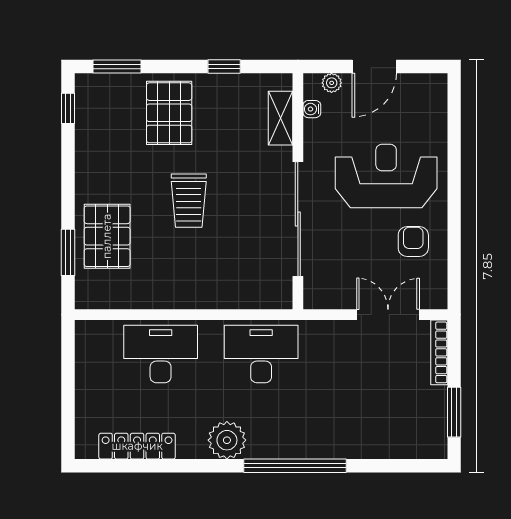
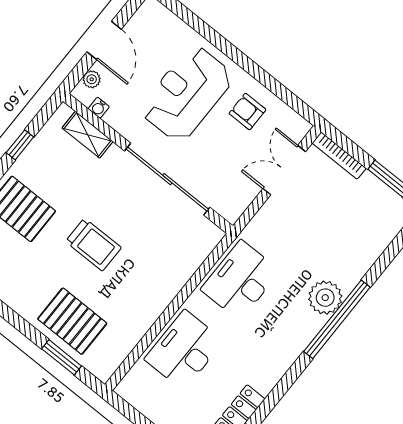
plant: (227, 440) -> (325, 298), moved

